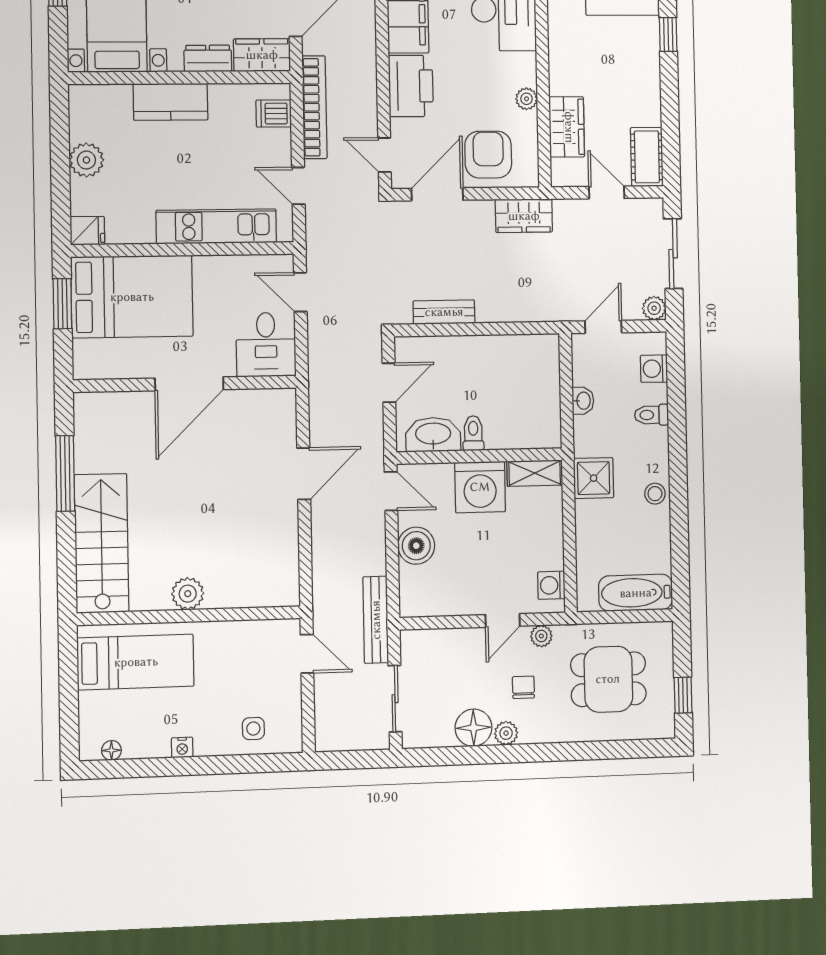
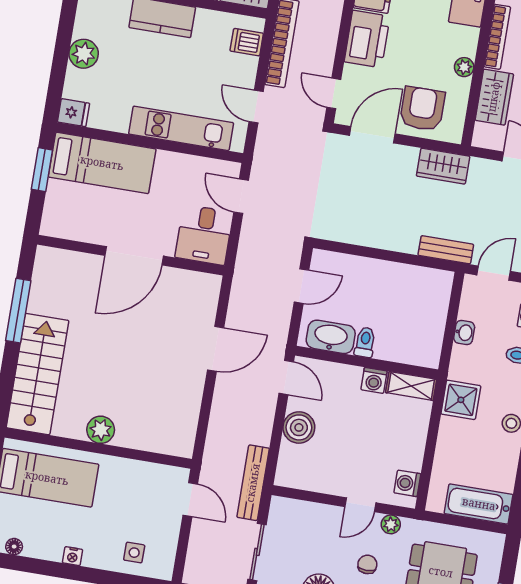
bookcase: (557, 58) -> (497, 37), added
bed: (132, 297) -> (102, 163), width x0.67
bench: (444, 312) -> (446, 250), moved
washing machine: (480, 487) -> (374, 380), width x0.53, depth x0.53

